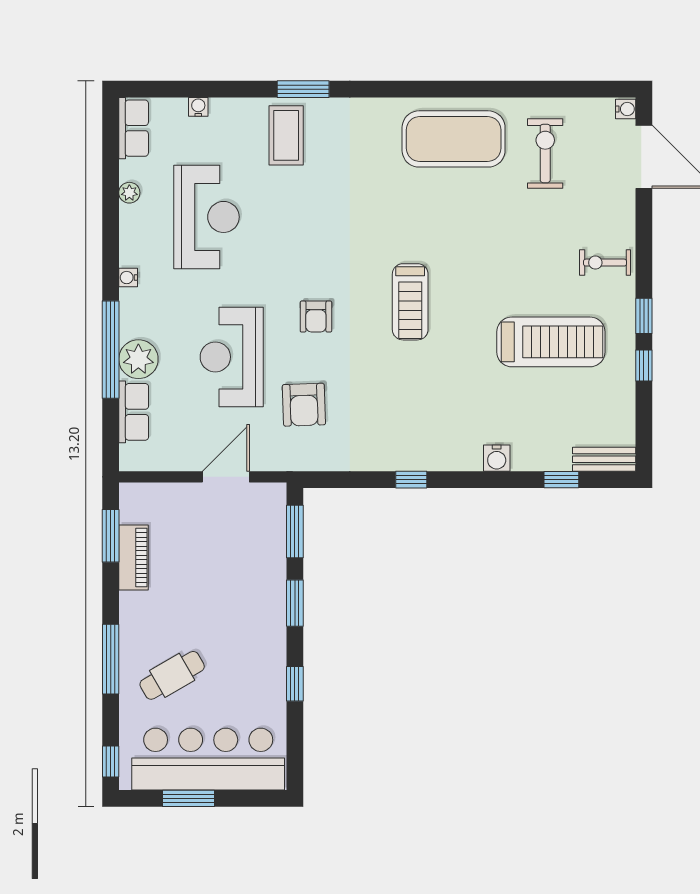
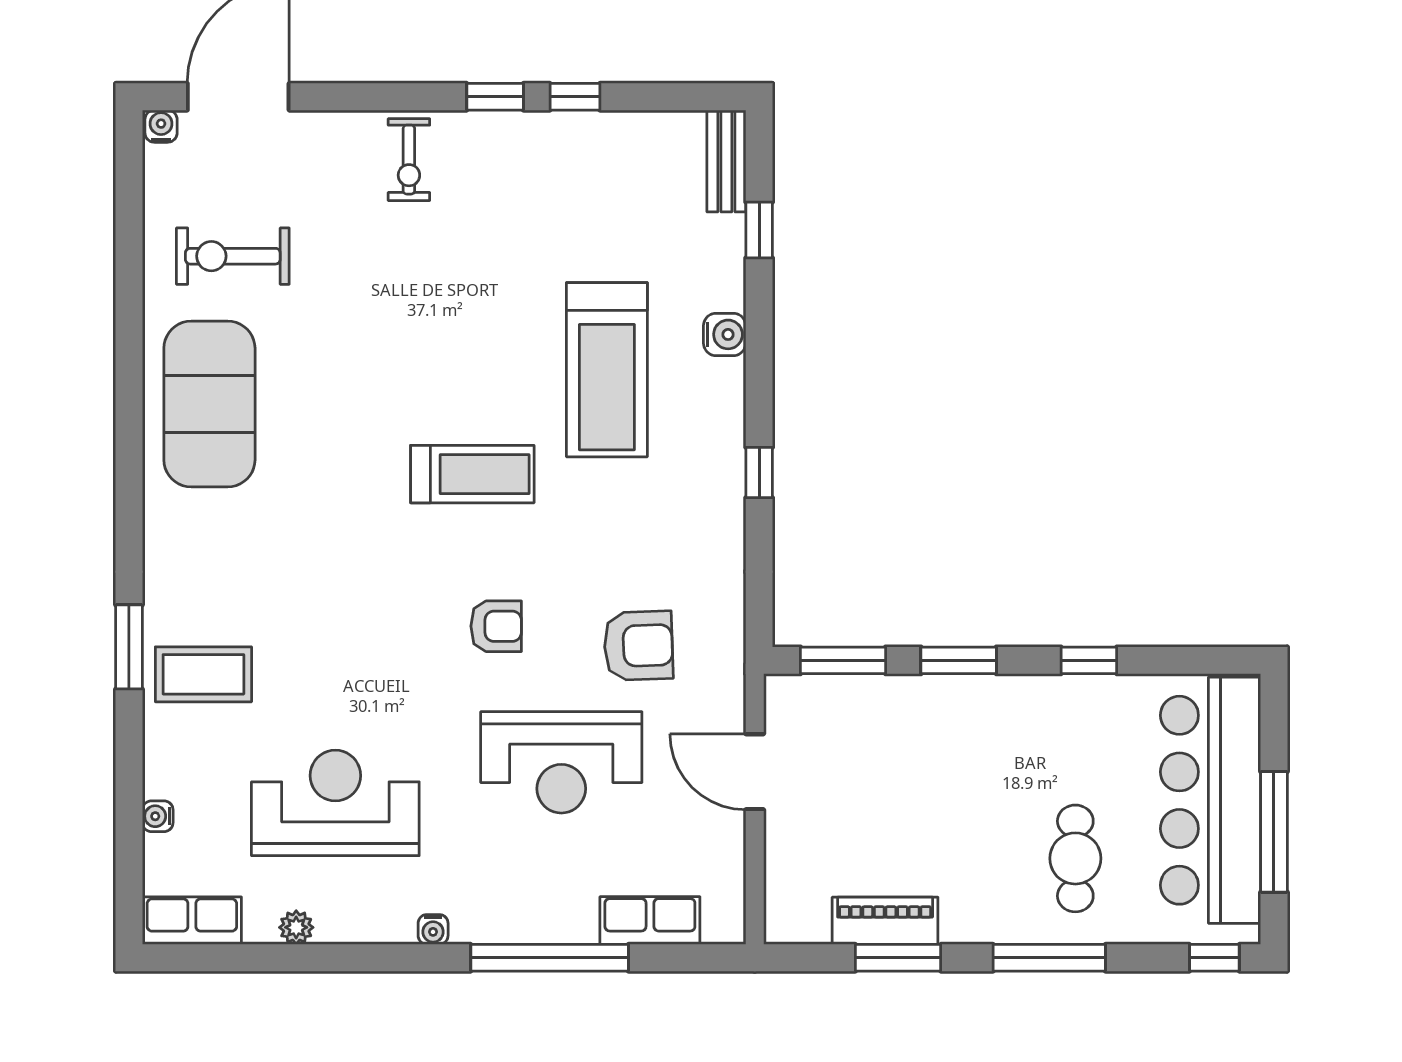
treadmill: (551, 342) -> (607, 370), moved, turned 180
plant: (138, 359) -> (565, 913), removed
window: (111, 536) -> (898, 958), moved
cafe table: (172, 675) -> (1075, 858), turned 30
window: (189, 798) -> (1274, 832), width x1.44

